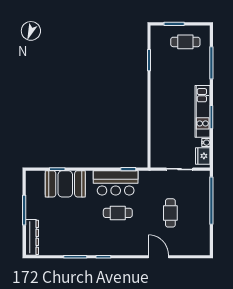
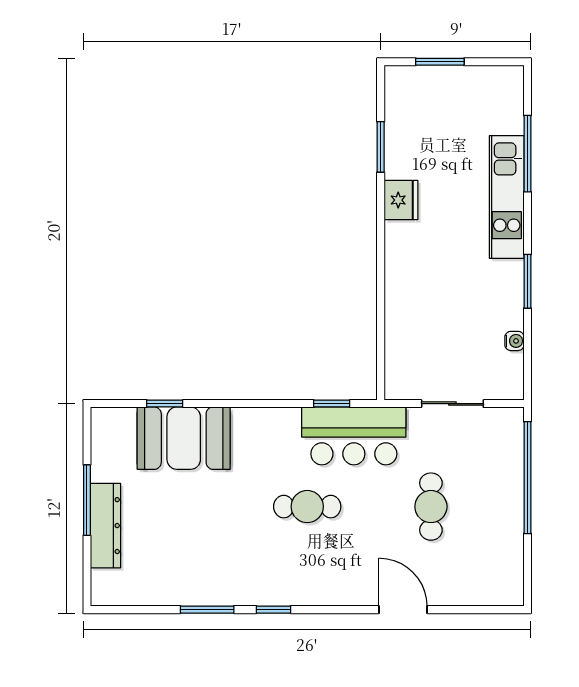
cafe table: (185, 42) -> (466, 104), removed
kitchen unit: (203, 111) -> (507, 197), moved
fridge: (203, 156) -> (401, 200), moved, turned 180
bar counter: (116, 183) -> (354, 436), moved
dresser: (32, 237) -> (105, 526), moved

